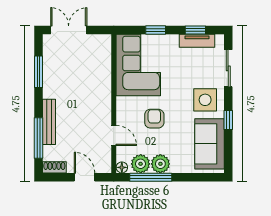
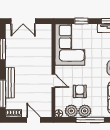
double door: (69, 30) -> (23, 21), swing flipped
armchair: (154, 119) -> (80, 91), moved
door: (114, 135) -> (53, 81), moved
window: (151, 177) -> (90, 120), moved

